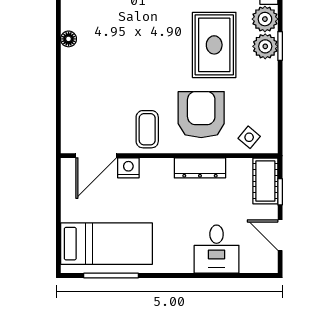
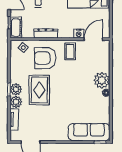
plant: (78, 66) -> (102, 80), added
armchair: (201, 115) -> (45, 58), turned 90

